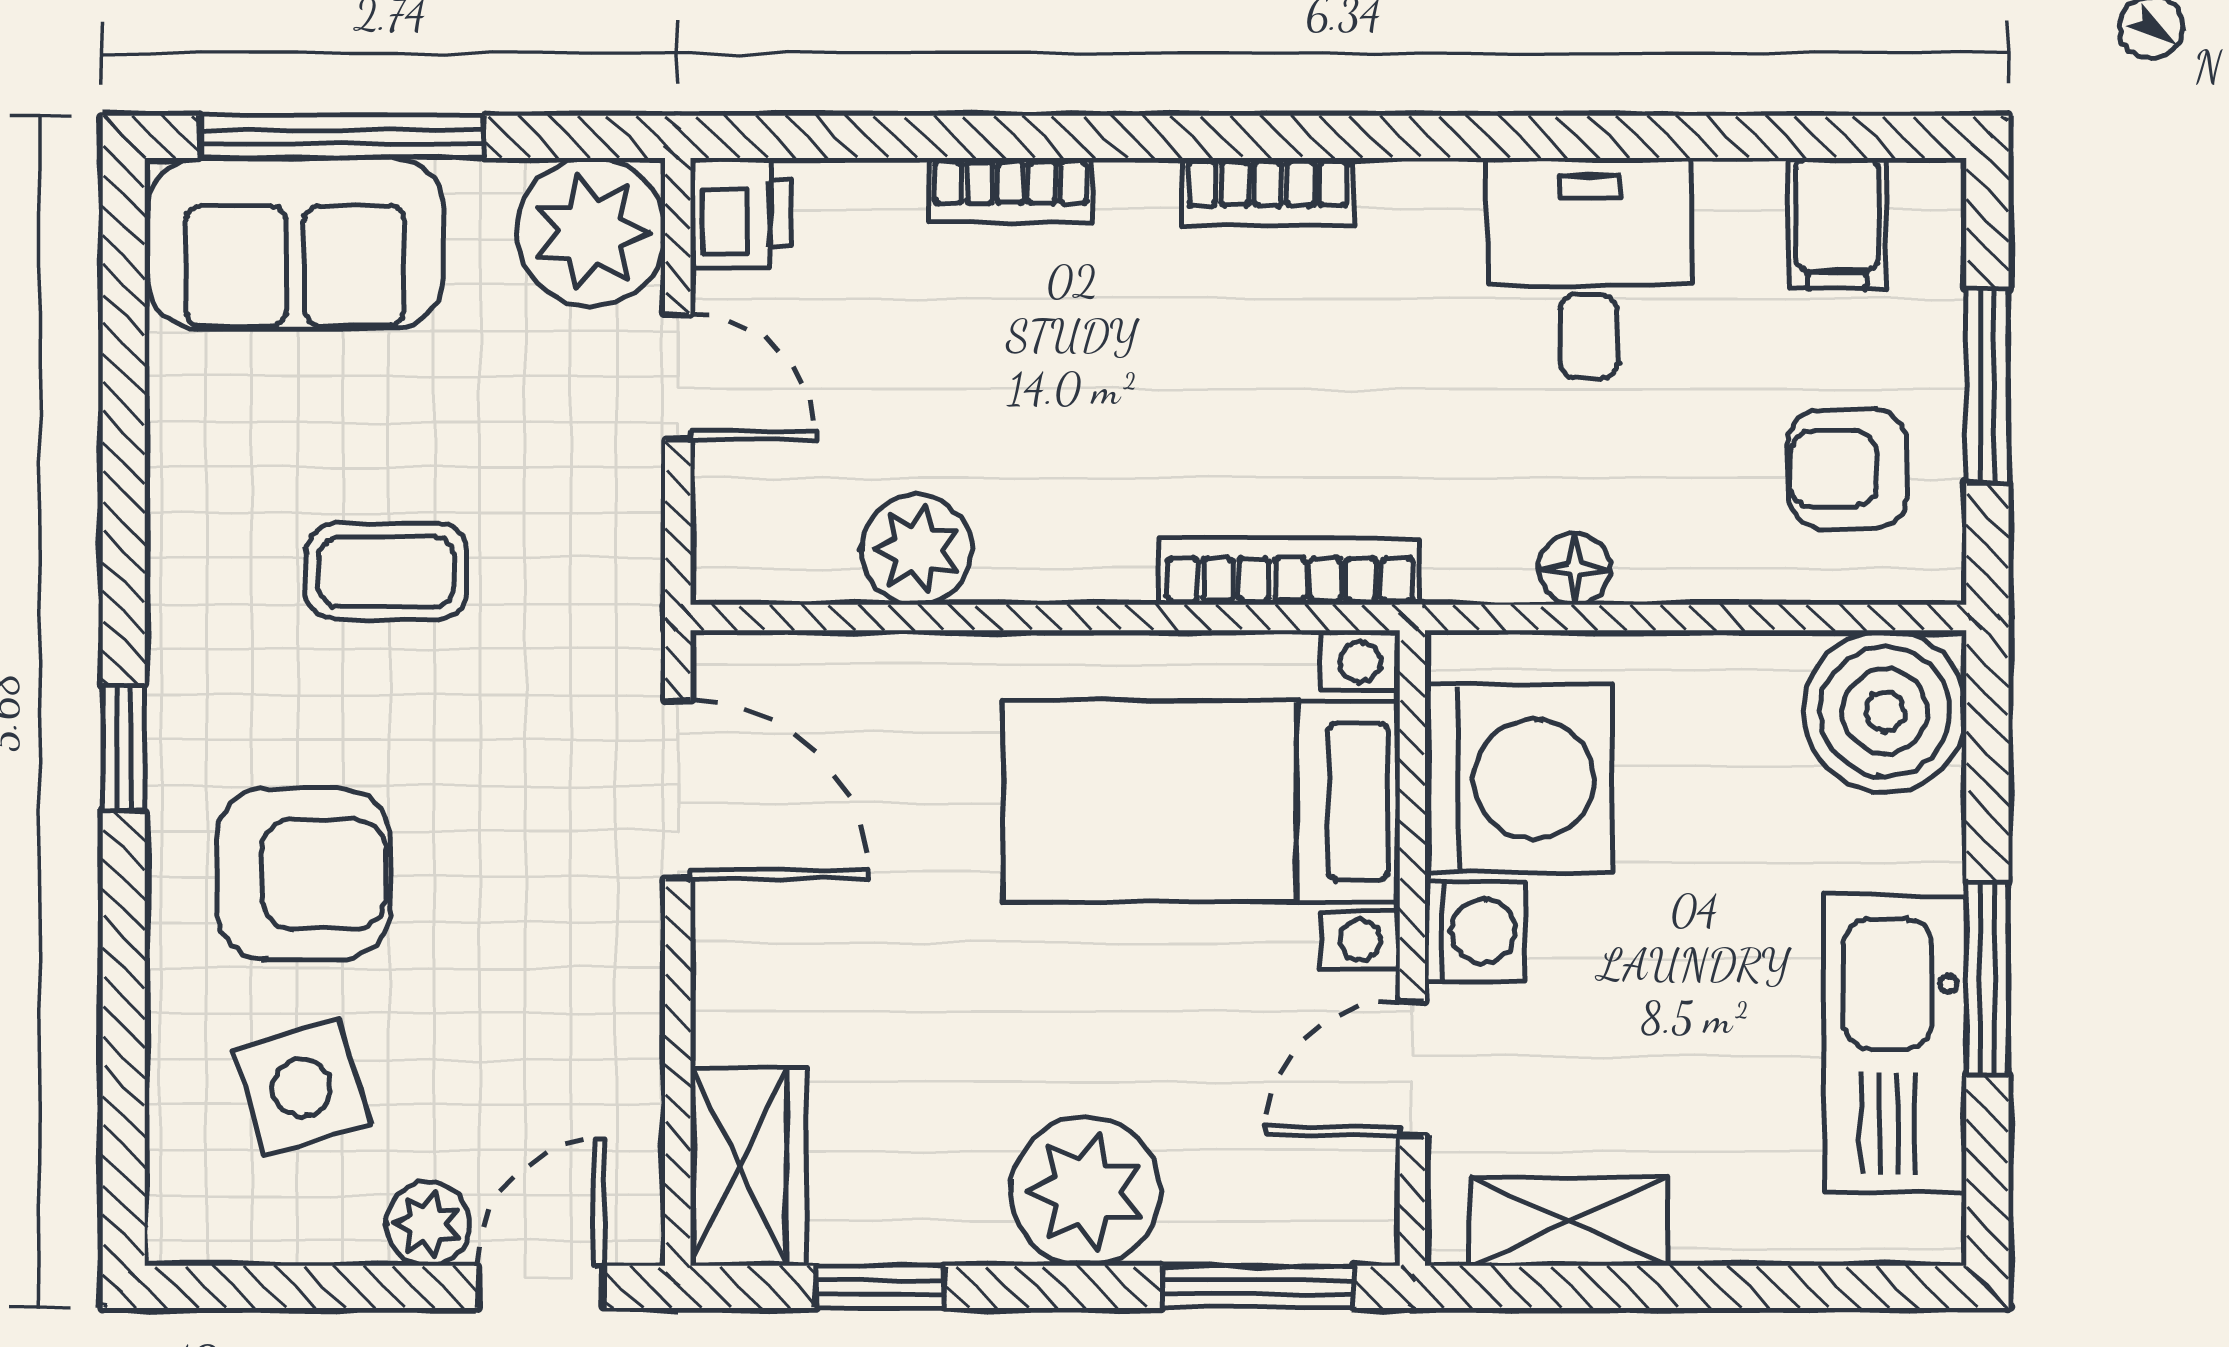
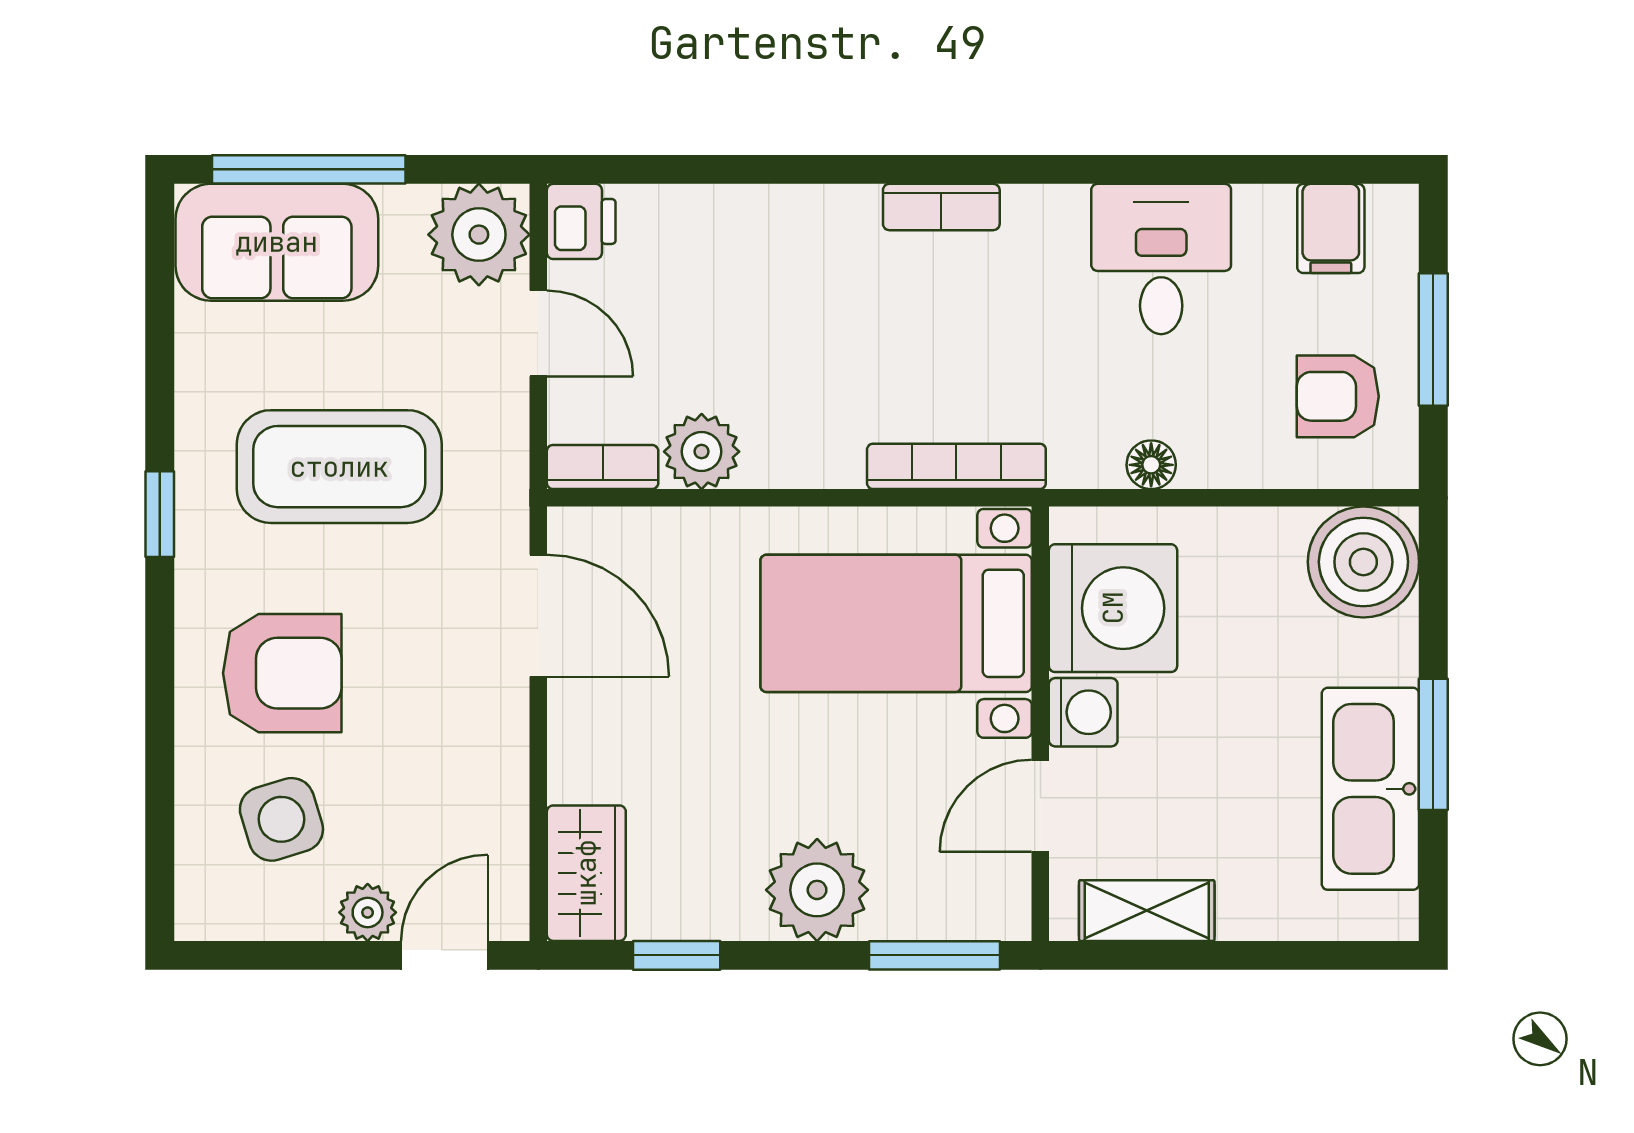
bookcase: (1011, 190) -> (603, 467), moved, turned 180
coffee table: (386, 572) -> (339, 467), width x1.86, depth x1.72
window: (124, 748) -> (160, 514), moved

